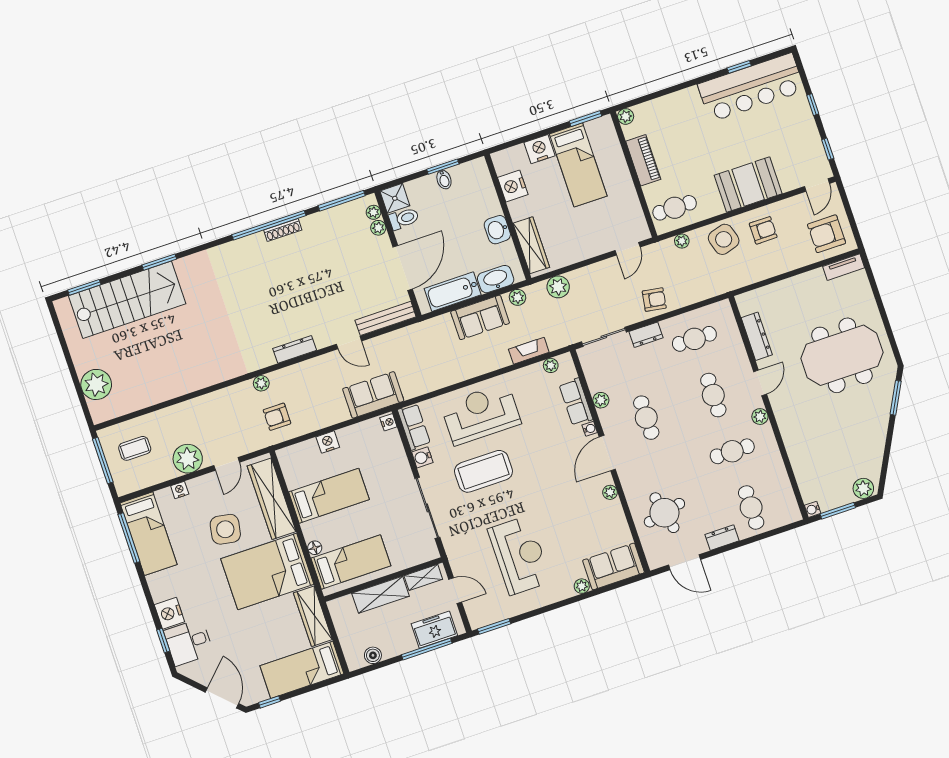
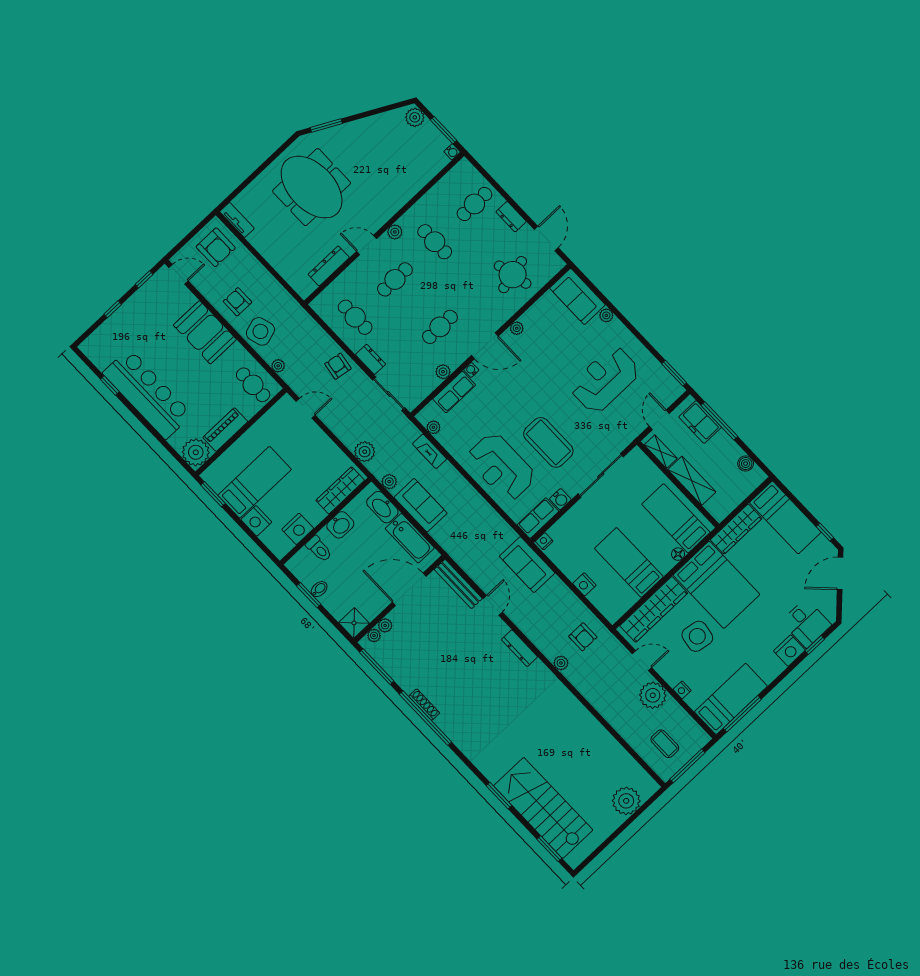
bar counter: (751, 87) -> (147, 394), moved
plant: (626, 116) -> (196, 452), width x1.87, depth x1.87
toilet: (404, 218) -> (319, 549), moved, turned 180

